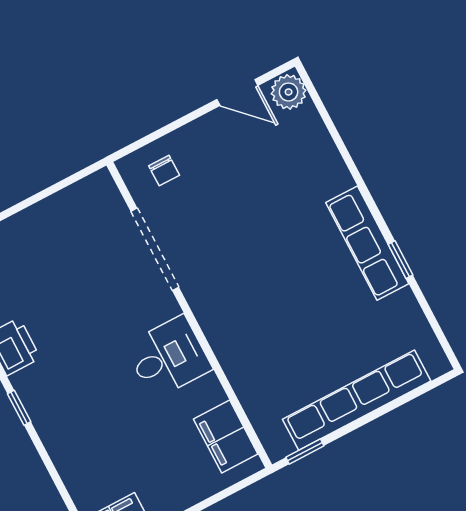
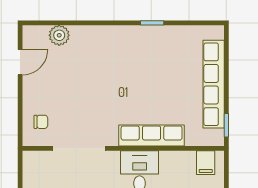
plant: (289, 92) -> (59, 35), moved
row of seats: (367, 243) -> (152, 135), moved, turned 180
filing cabinet: (226, 436) -> (206, 163), width x0.50

